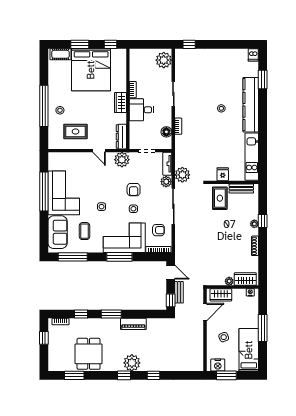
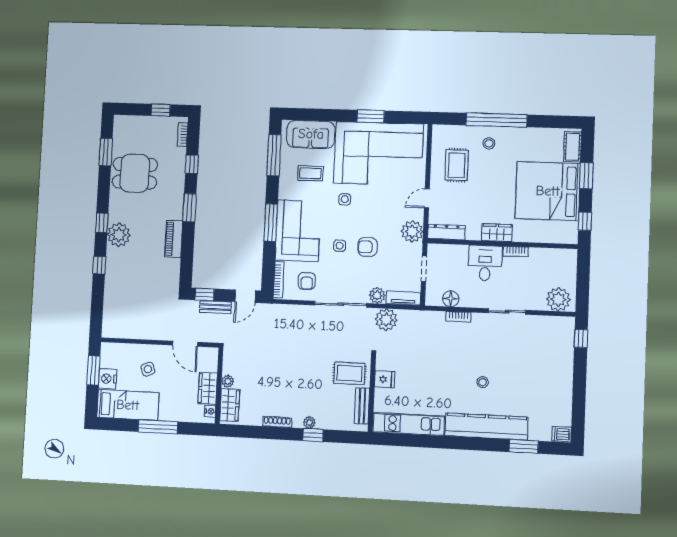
window: (44, 191) -> (371, 116), width x0.47
corner sofa: (64, 193) -> (378, 154), width x1.36, depth x1.36
wardrobe: (221, 295) -> (208, 388), moved
nightstand: (218, 365) -> (108, 379), moved

